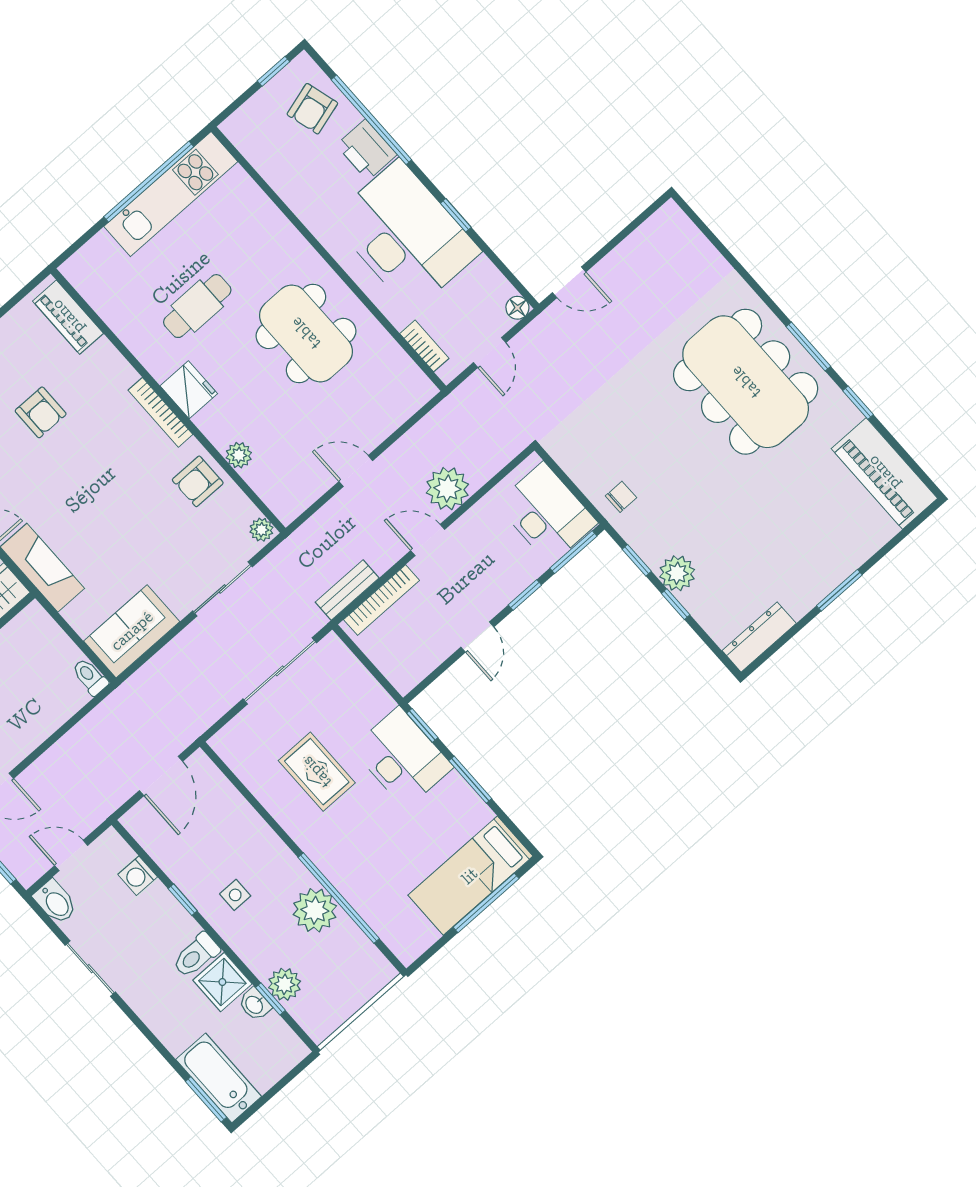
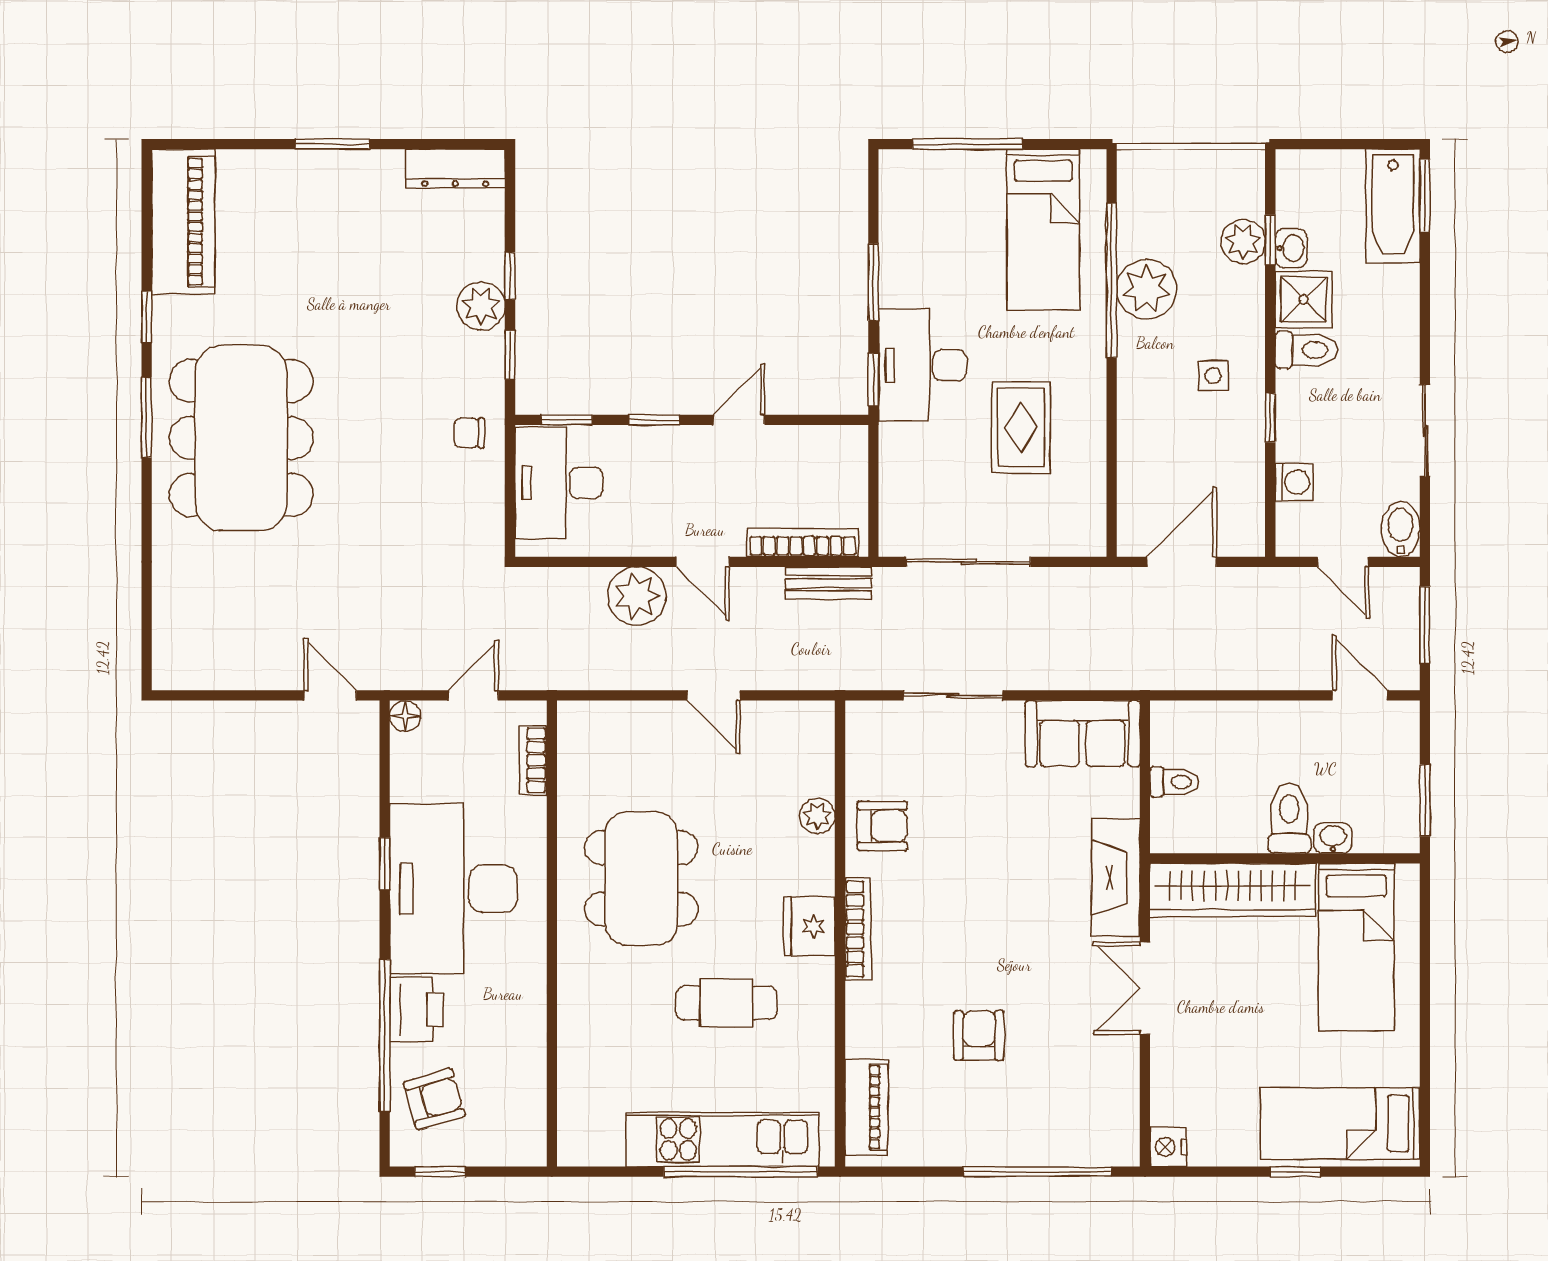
window: (149, 182) -> (741, 1172), moved
kitchen unit: (171, 194) -> (723, 1140), moved
plant: (261, 530) -> (861, 720), removed
window: (573, 552) -> (567, 420), width x0.67
toilet: (90, 677) -> (1174, 782), moved, turned -90
bed: (470, 876) -> (1043, 230), moved, turned 90

